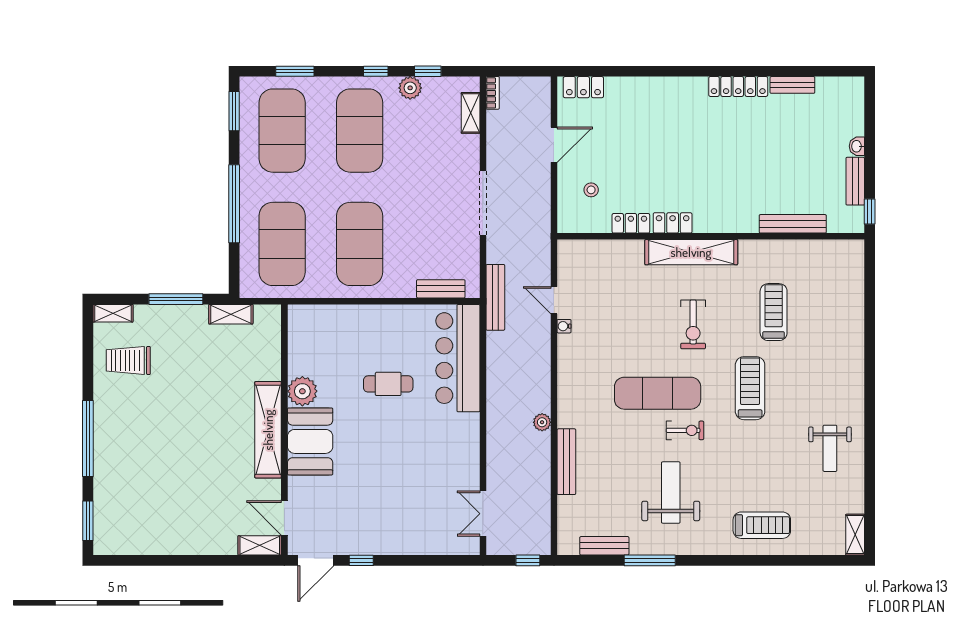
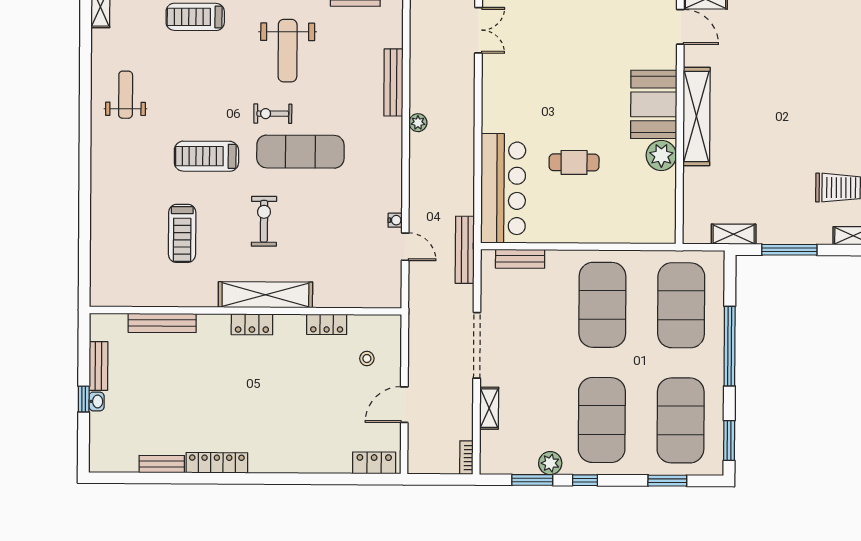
window: (428, 71) -> (532, 480), width x1.50
shelving: (471, 113) -> (489, 408), moved
window: (870, 212) -> (84, 399), moved
locker: (673, 223) -> (252, 324), moved
treadmill: (750, 388) -> (206, 156), turned 90

